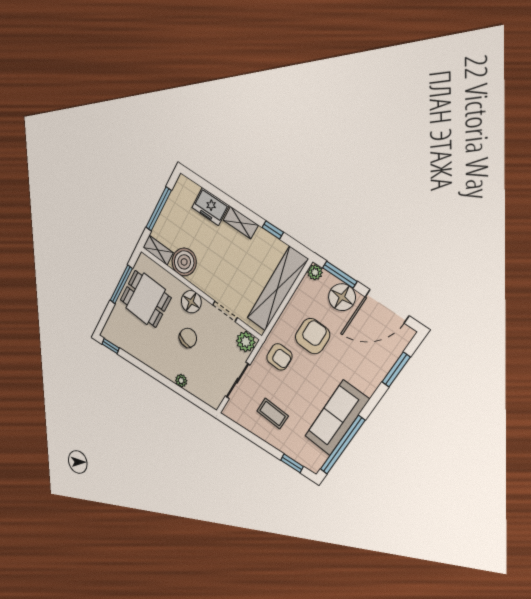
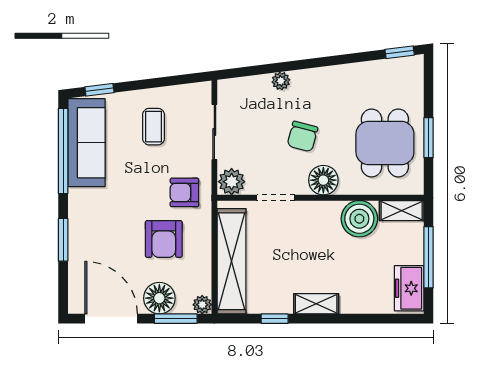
freezer: (210, 207) -> (409, 288), moved, turned -90
window: (121, 284) -> (429, 138), width x0.69
dining table: (145, 299) -> (385, 143), turned 90
door: (387, 306) -> (111, 319), hinge flipped
window: (396, 370) -> (63, 240), moved
coffee table: (273, 413) -> (154, 127), turned 90
sofa: (337, 418) -> (86, 143), moved

